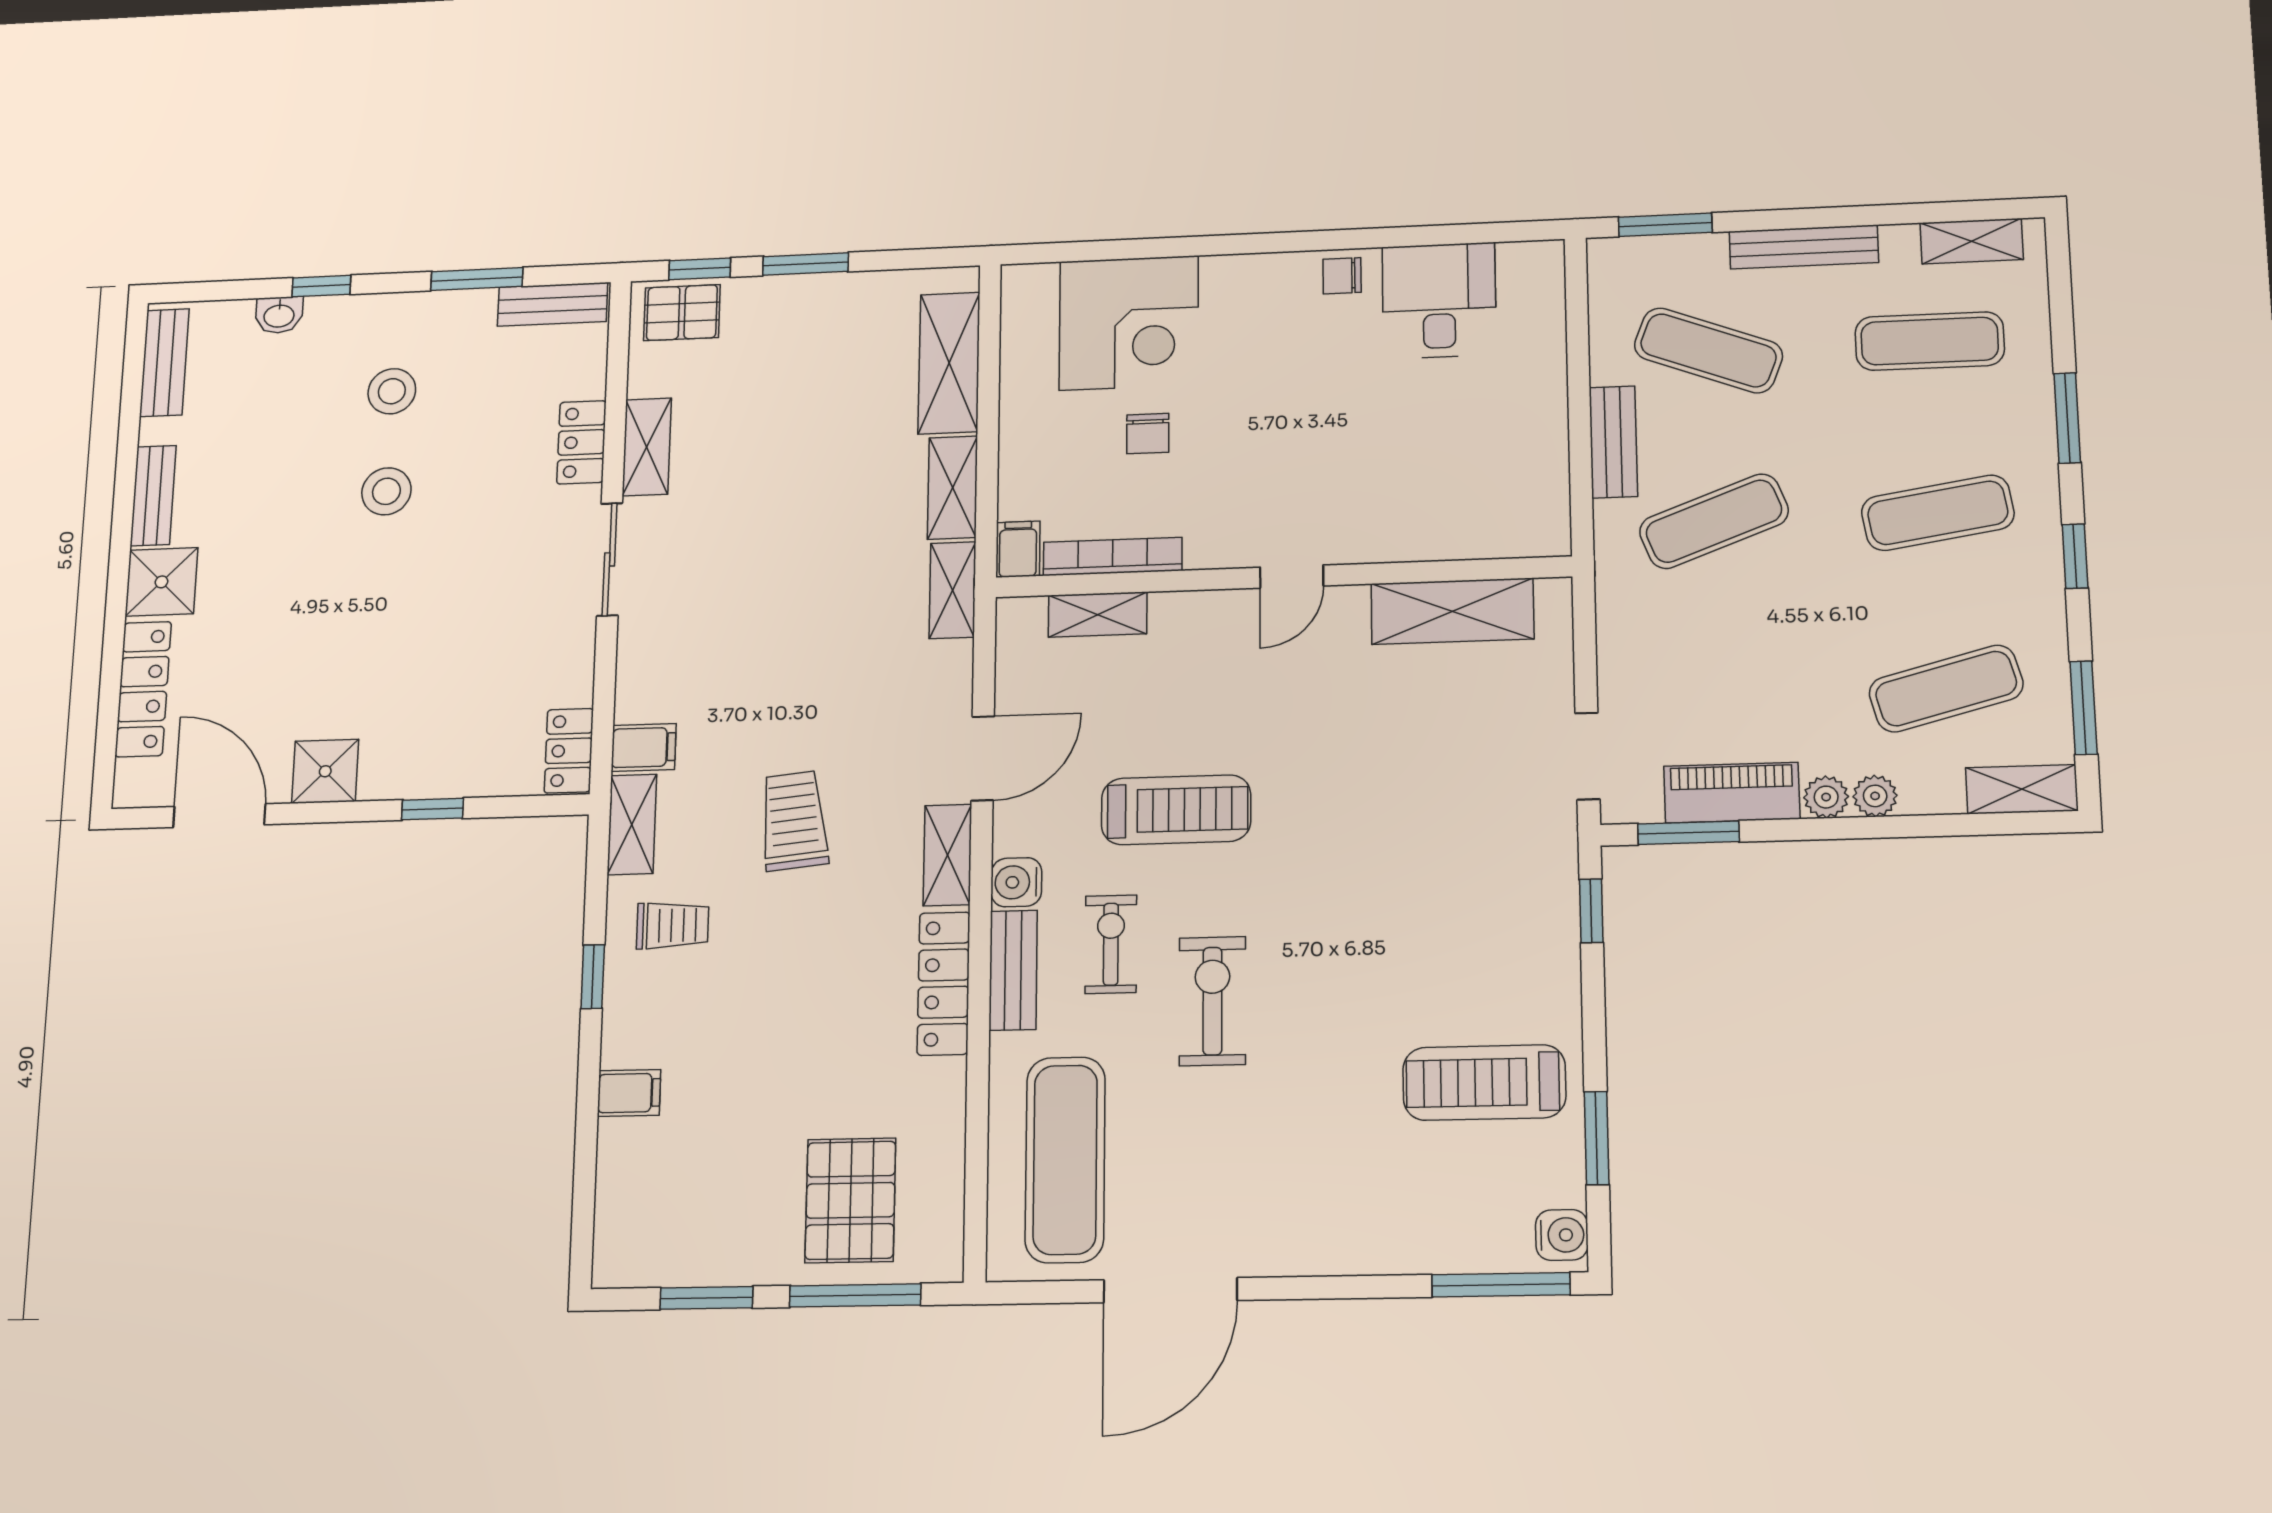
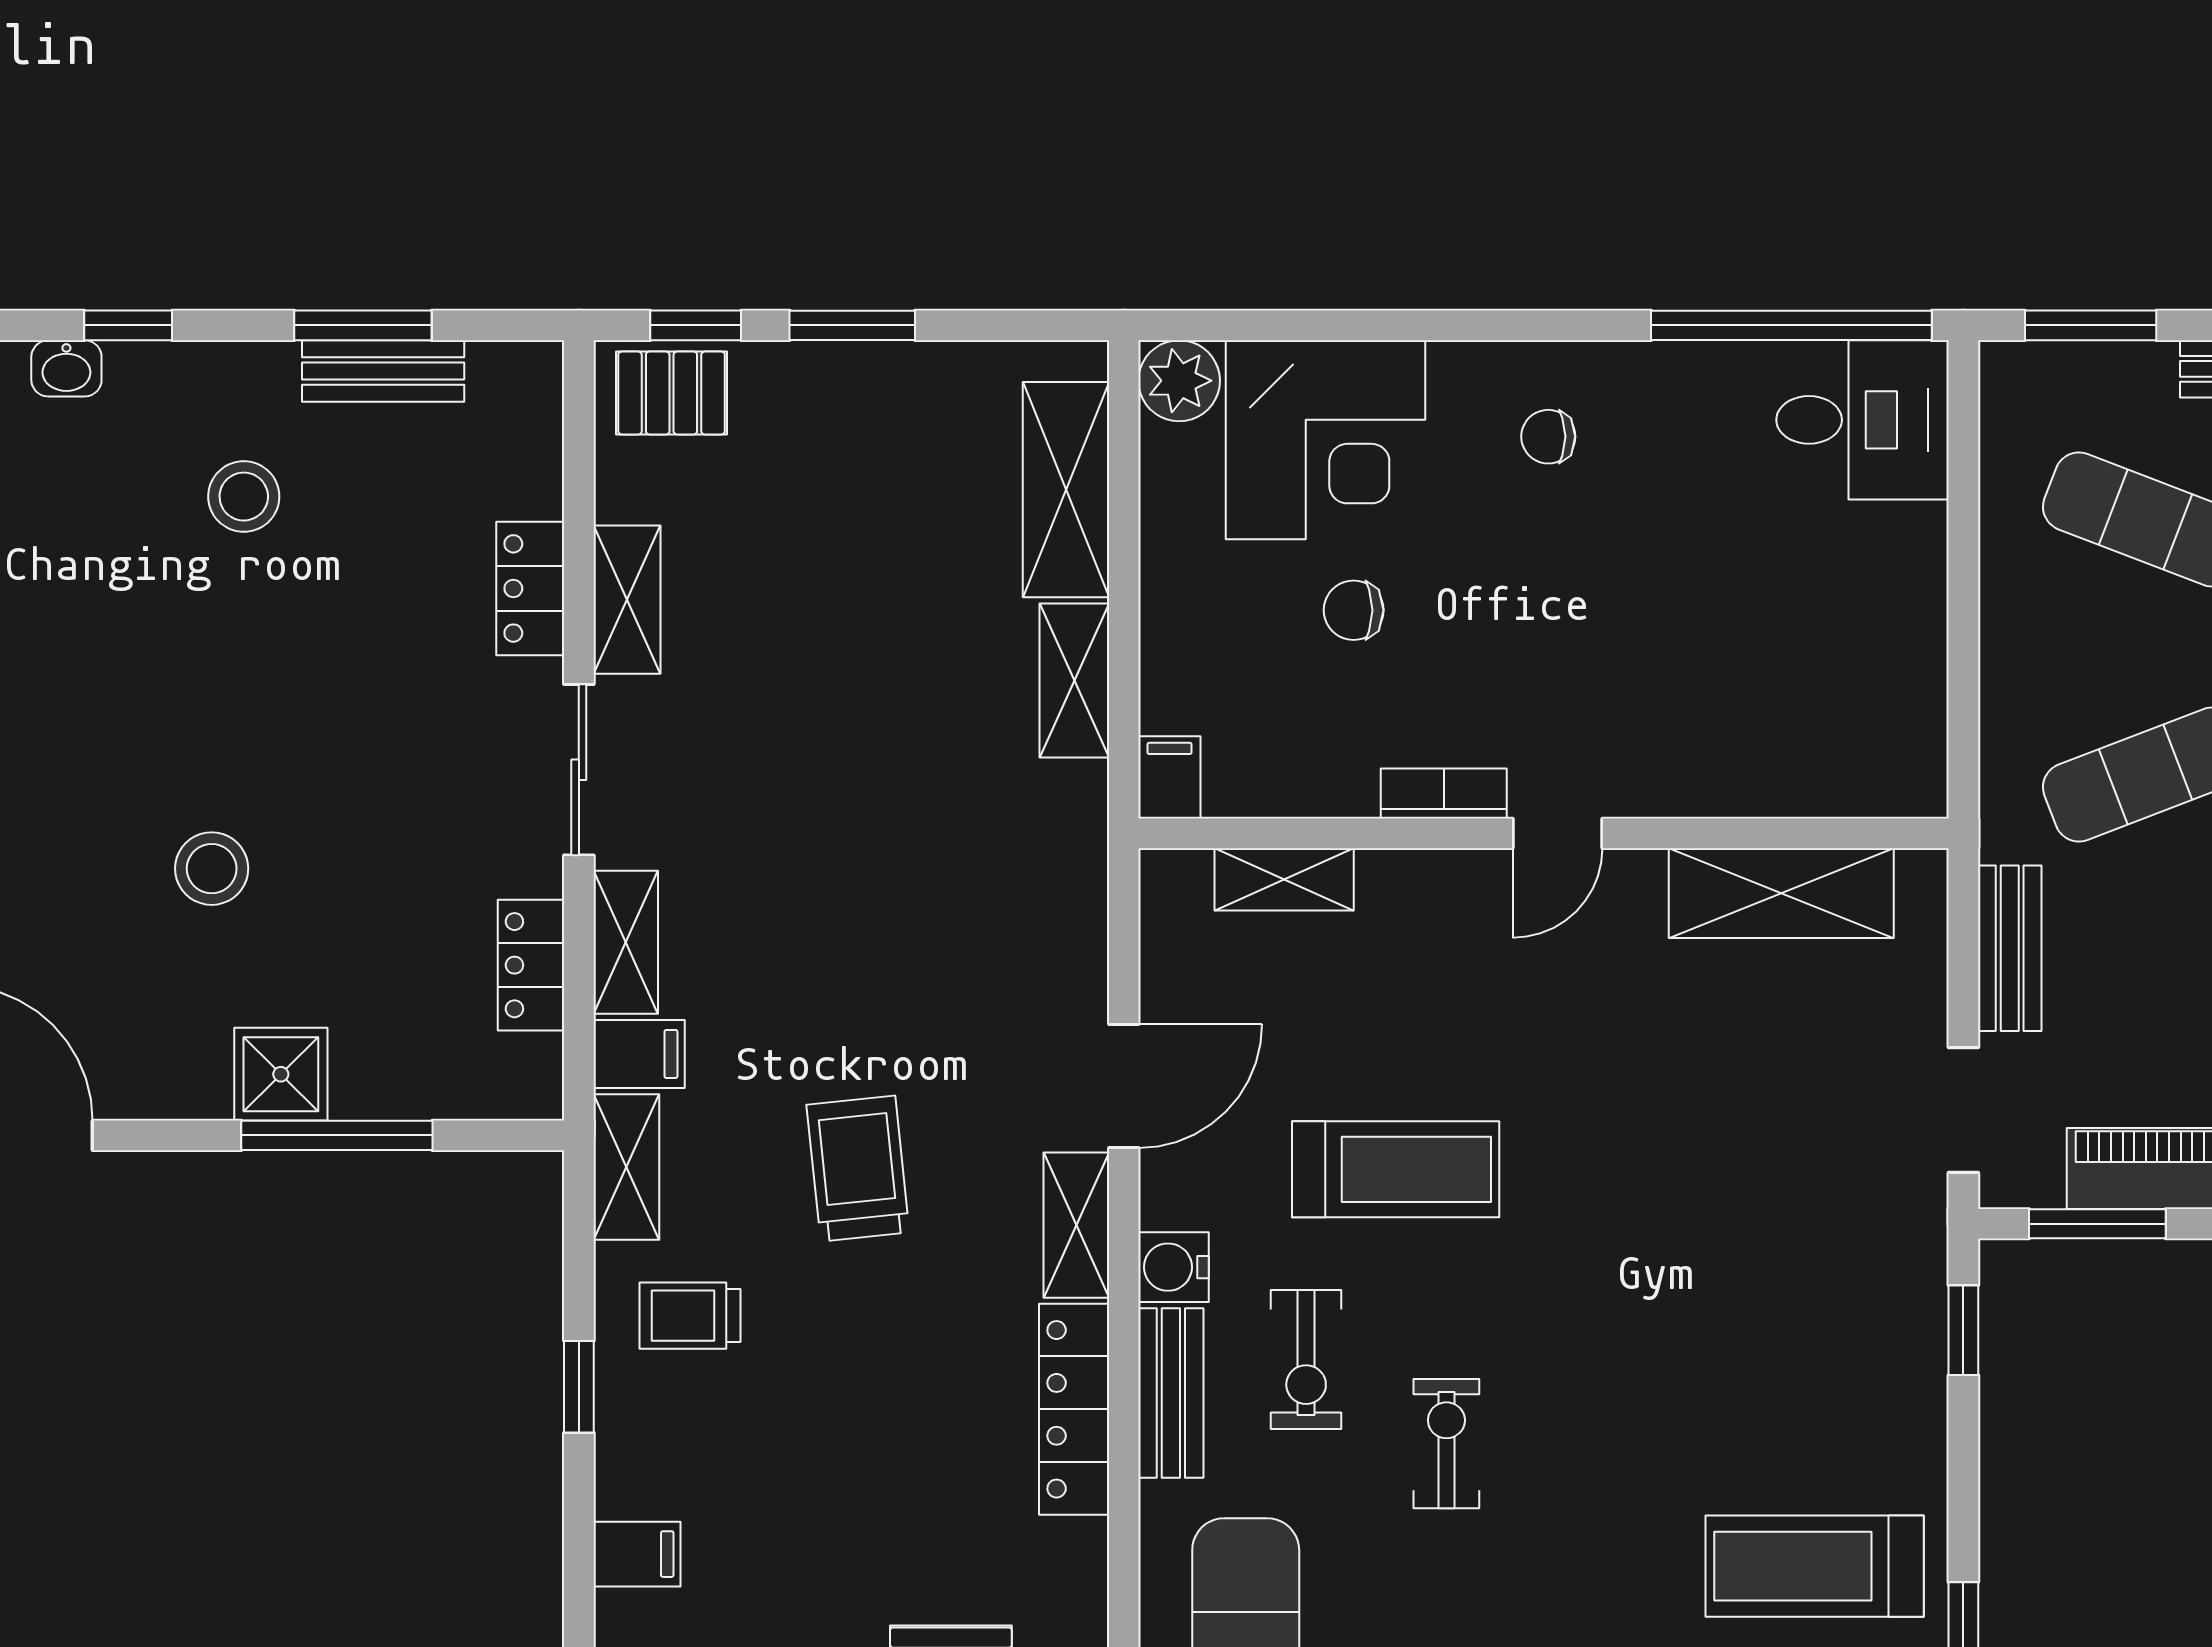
window: (1454, 234) -> (1791, 325), added
chair: (1342, 276) -> (1548, 437), moved
plant: (1028, 289) -> (1179, 381), added
desk: (1439, 301) -> (1862, 420), moved, turned 90
bench: (553, 304) -> (383, 371), moved
chair: (1148, 434) -> (1354, 610), turned 90
bench: (1613, 442) -> (2010, 948), moved
stool: (386, 491) -> (212, 869), moved
bookcase: (1113, 556) -> (1444, 794), moved, width x0.64
shelving: (952, 590) -> (626, 942), moved
locker: (569, 751) -> (531, 965), moved
shower: (325, 771) -> (281, 1074), moved
window: (432, 809) -> (337, 1135), width x2.17
trolley: (673, 925) -> (690, 1316), turned 180
exercise bike: (1111, 944) -> (1306, 1360), turned 180
exercise bike: (1212, 1001) -> (1446, 1444), width x0.73, depth x0.72

